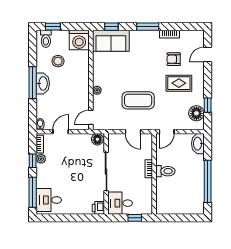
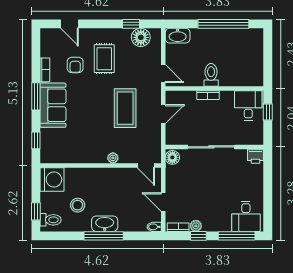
sofa: (111, 41) -> (53, 105), moved
desk: (120, 203) -> (248, 106), moved, turned 180

